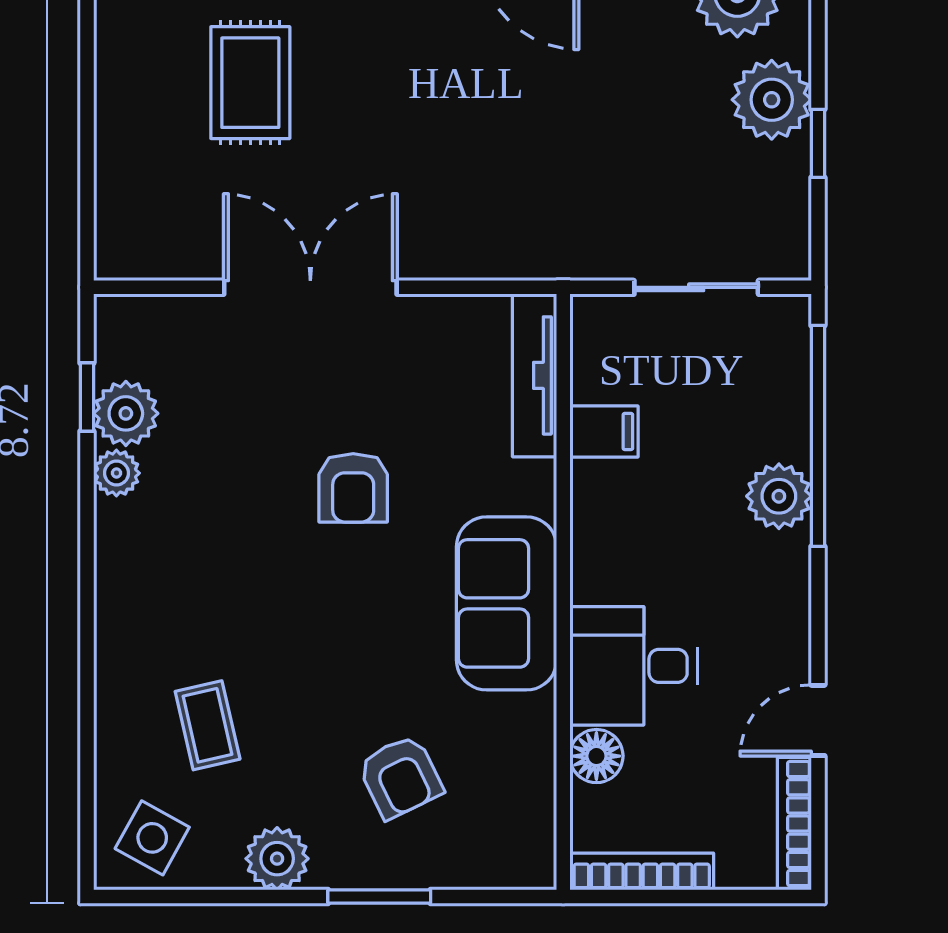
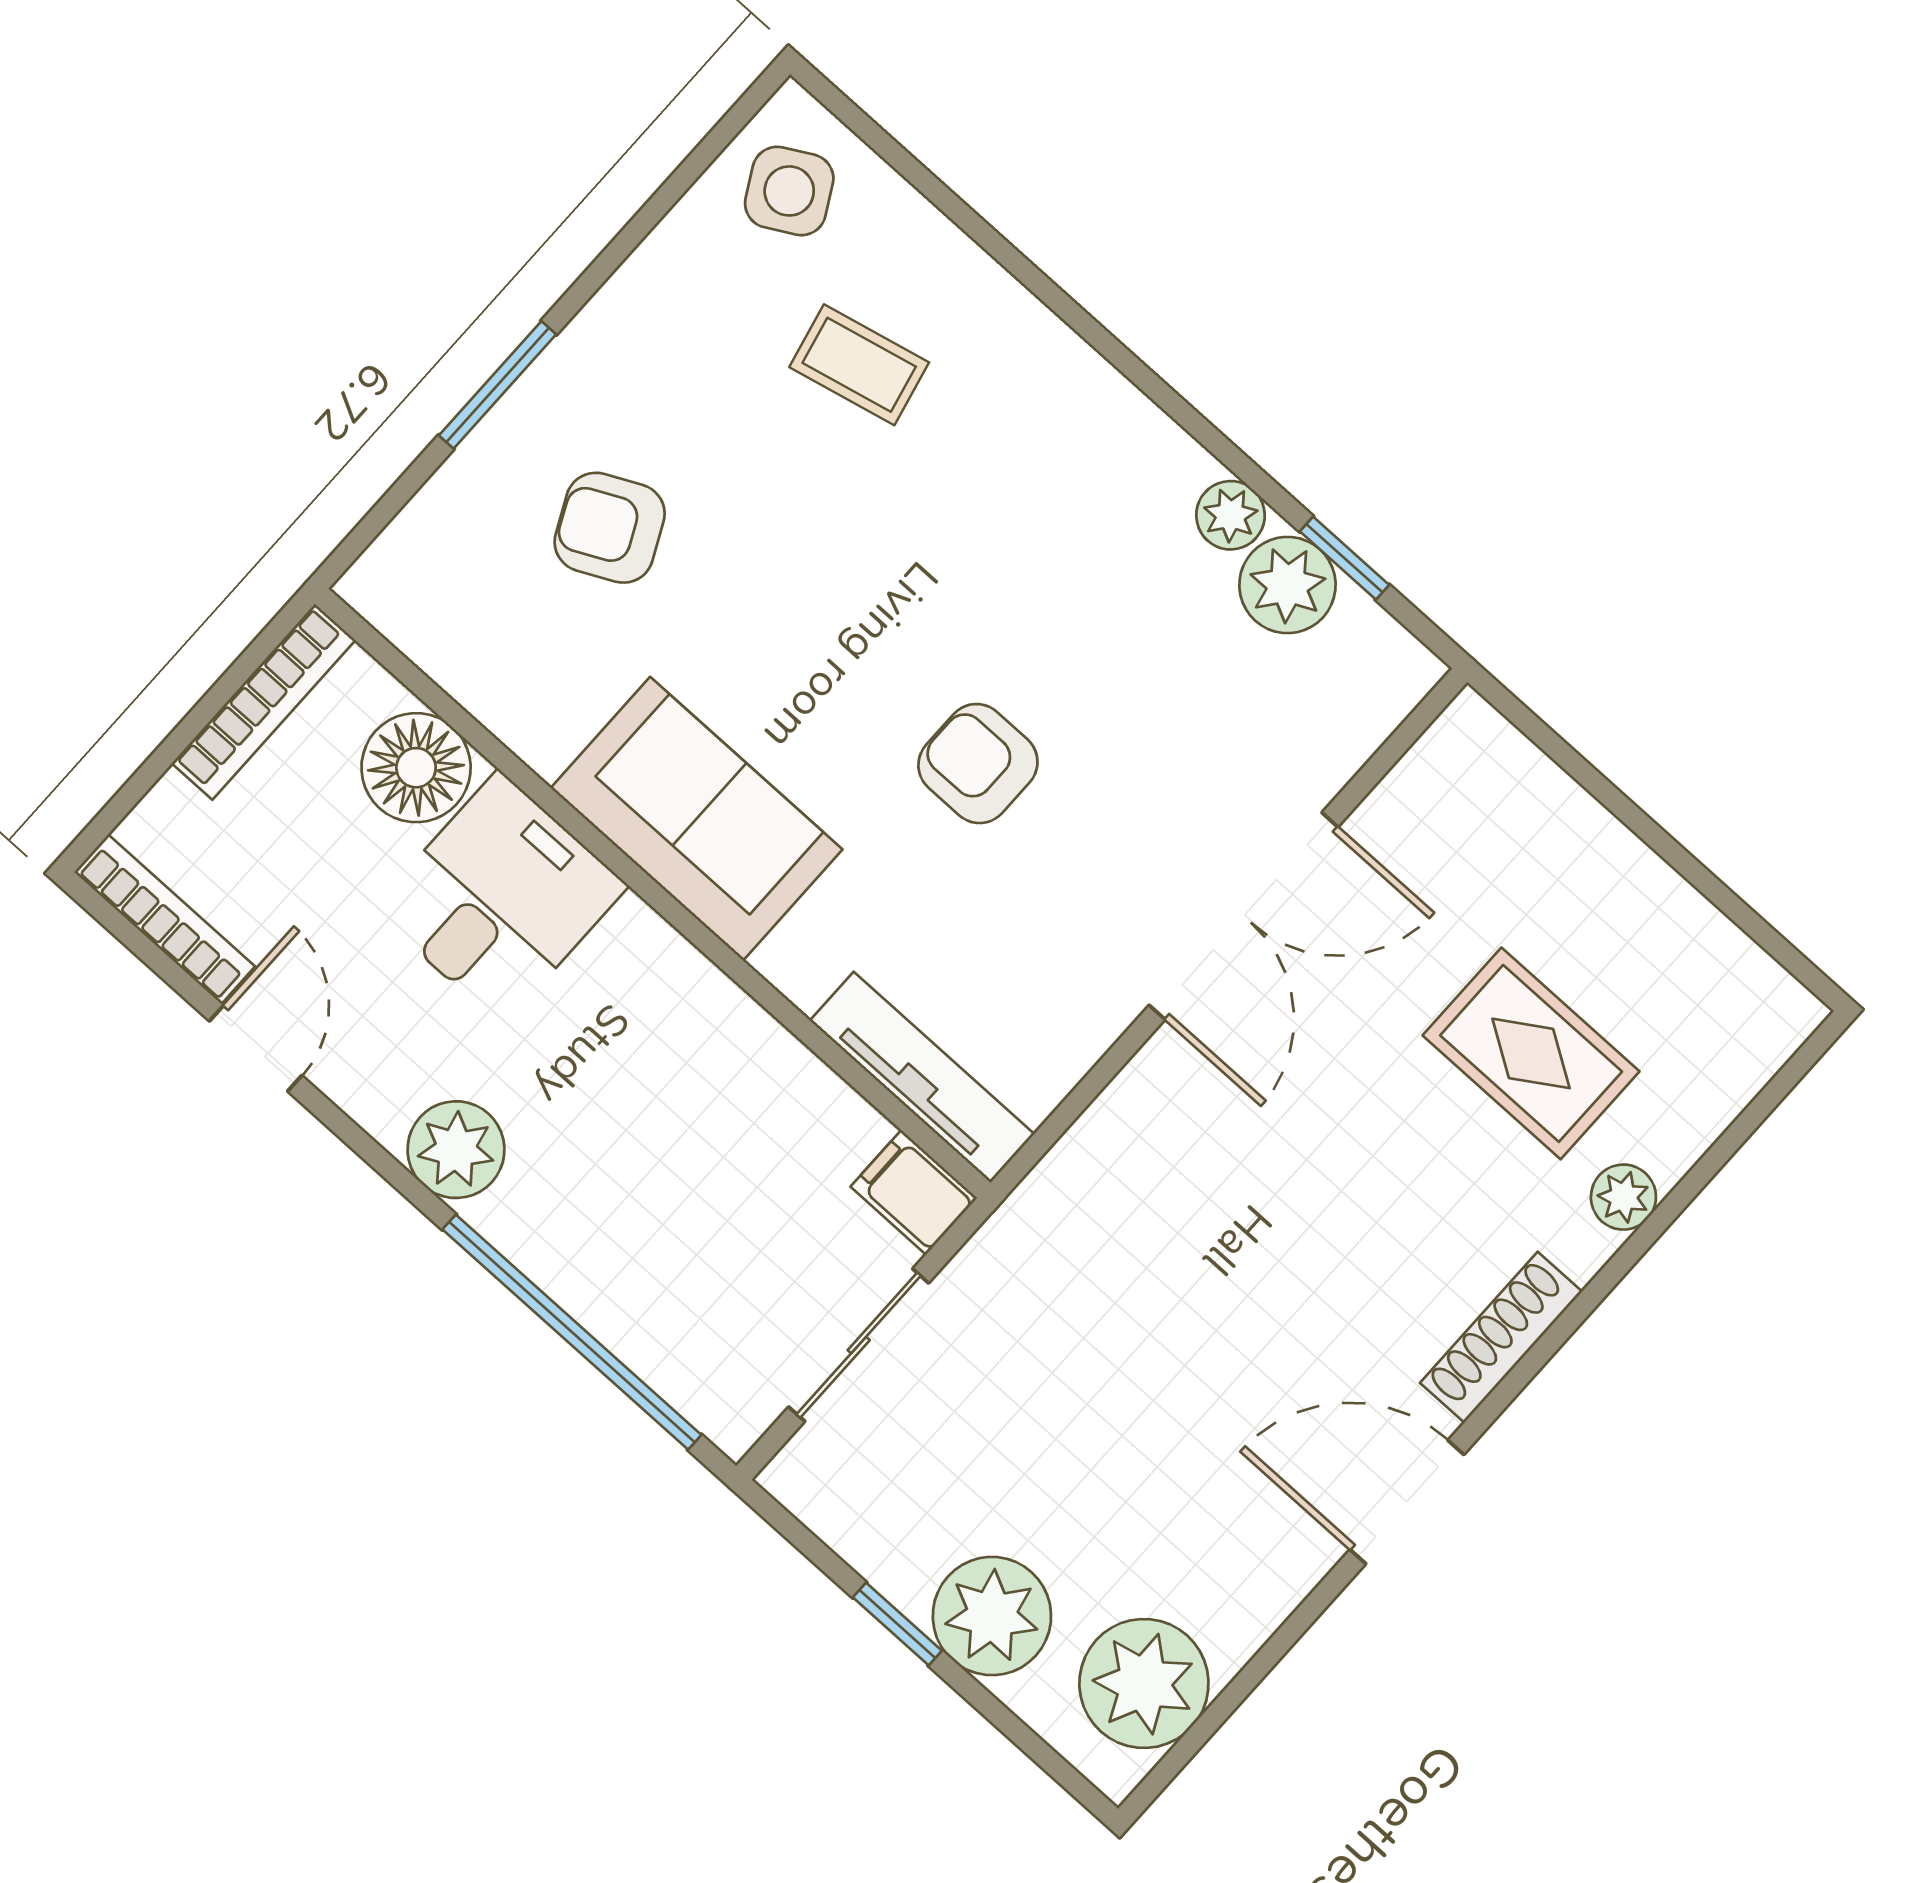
filing cabinet: (604, 431) -> (914, 1192), moved, turned 90
plant: (779, 496) -> (456, 1150), moved
floor lamp: (596, 756) -> (416, 768), width x1.38, depth x1.38
side table: (152, 838) -> (789, 191), turned 32
plant: (277, 859) -> (642, 309), removed

